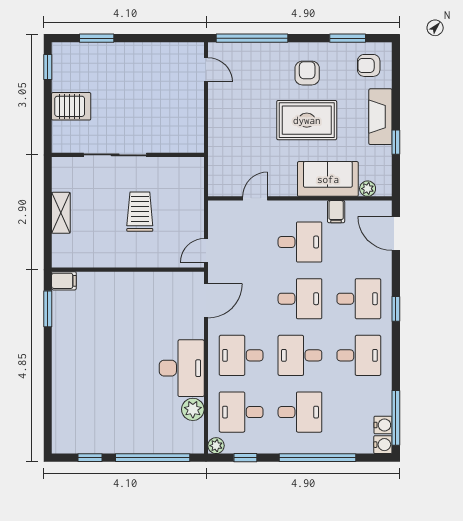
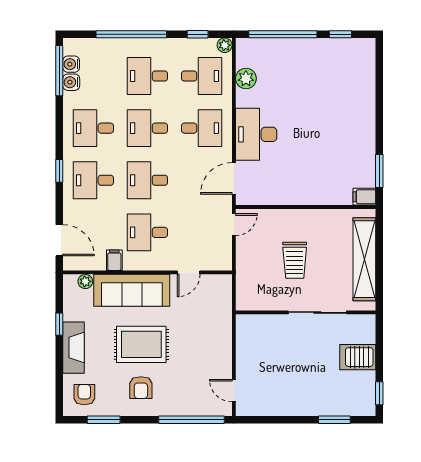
armchair: (369, 65) -> (84, 395), turned -90
sofa: (328, 179) -> (132, 290), width x1.36
shelving: (61, 213) -> (364, 259), width x2.20, depth x1.33
desk: (300, 355) -> (147, 128), turned 180
desk: (182, 368) -> (256, 134), moved
water cooler: (383, 445) -> (71, 82), moved

